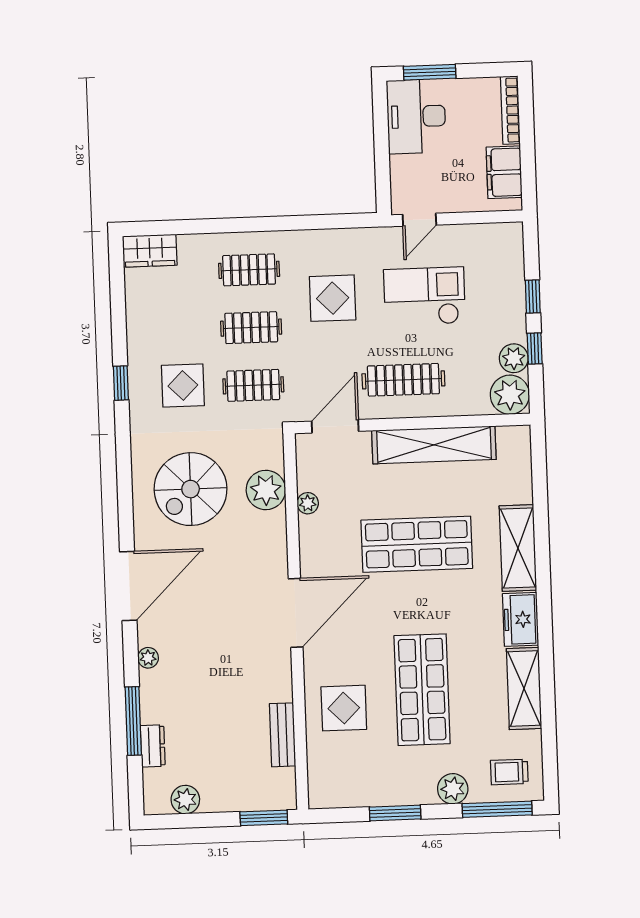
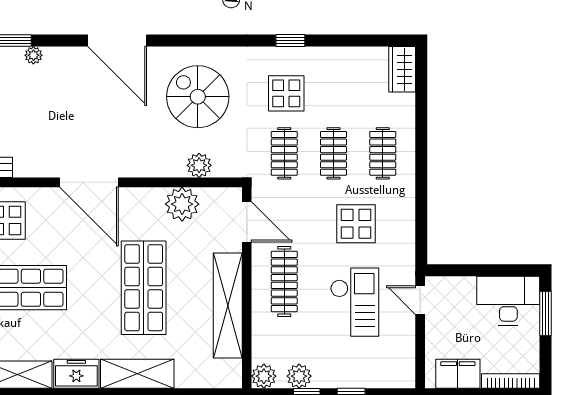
plant: (510, 395) -> (264, 376), width x0.73, depth x0.73
plant: (266, 490) -> (199, 165), width x0.73, depth x0.73
plant: (308, 503) -> (182, 204), width x1.87, depth x1.87
plant: (148, 658) -> (33, 55), moved

